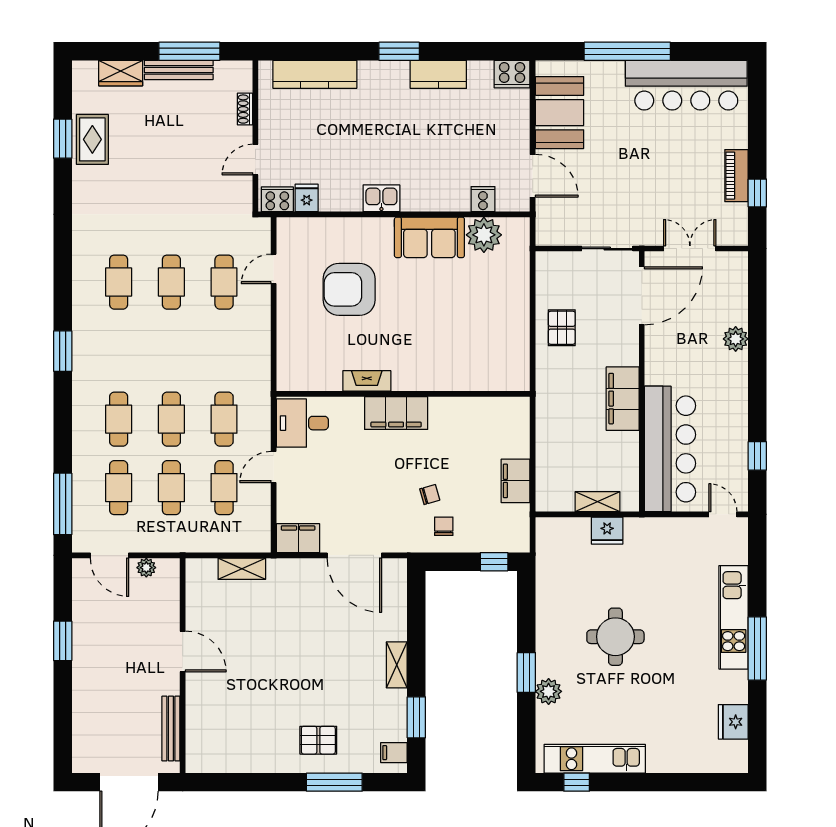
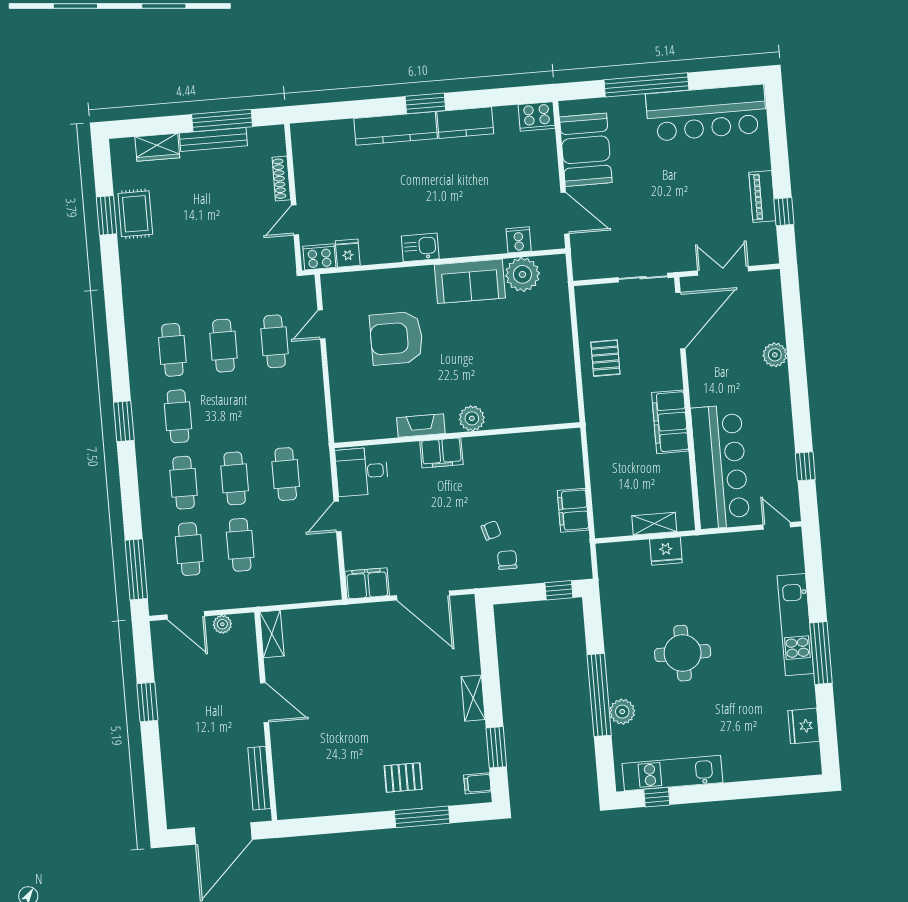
kitchen counter: (315, 74) -> (396, 128), moved
shoe rack: (245, 109) -> (281, 179), width x1.43
plant: (420, 378) -> (472, 418), added
filing cabinet: (396, 413) -> (441, 453), width x0.67, depth x0.86
cafe table: (224, 488) -> (178, 416), moved
shelving: (242, 569) -> (272, 634), moved, turned 90
window: (526, 672) -> (599, 695), width x2.11

